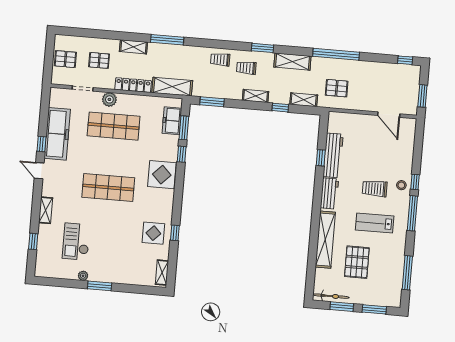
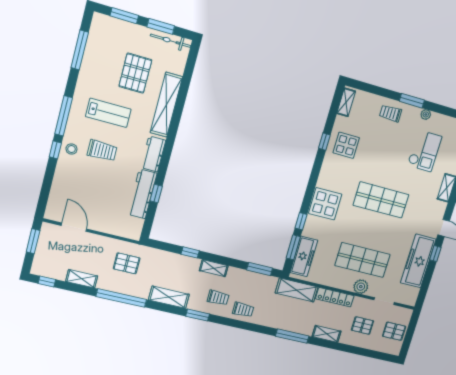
shelving: (304, 100) -> (82, 279), moved
freezer: (172, 121) -> (304, 256), width x1.40
trolley: (117, 270) -> (391, 113), added

